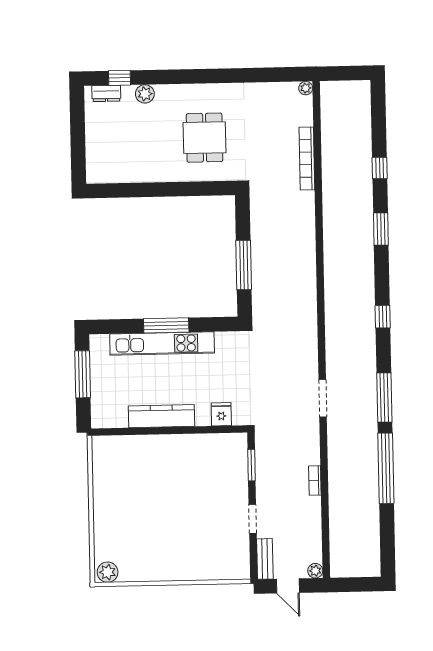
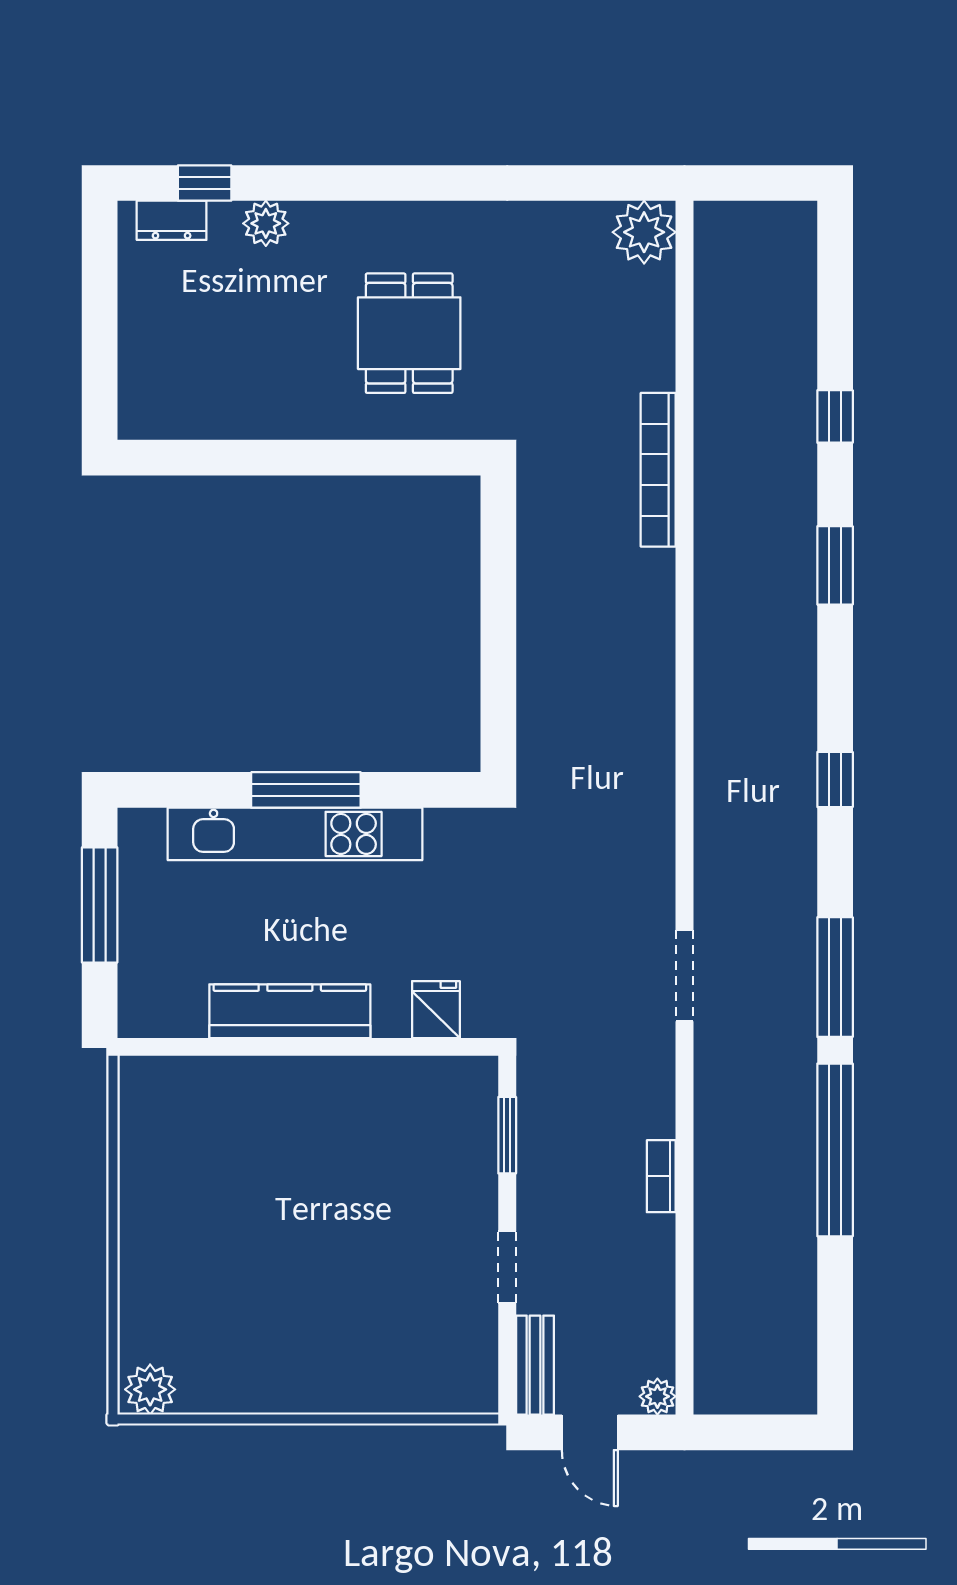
plant: (306, 88) -> (644, 232), width x1.88, depth x1.88
bookcase: (307, 158) -> (658, 470), moved
window: (244, 265) -> (498, 646), removed

